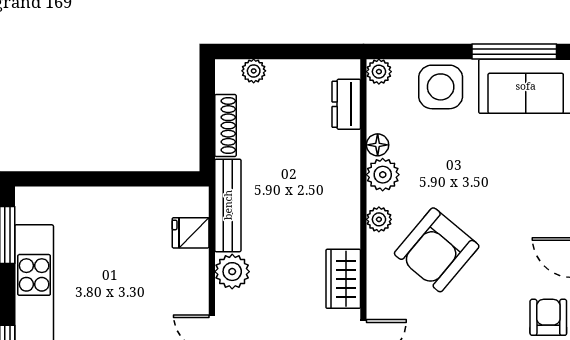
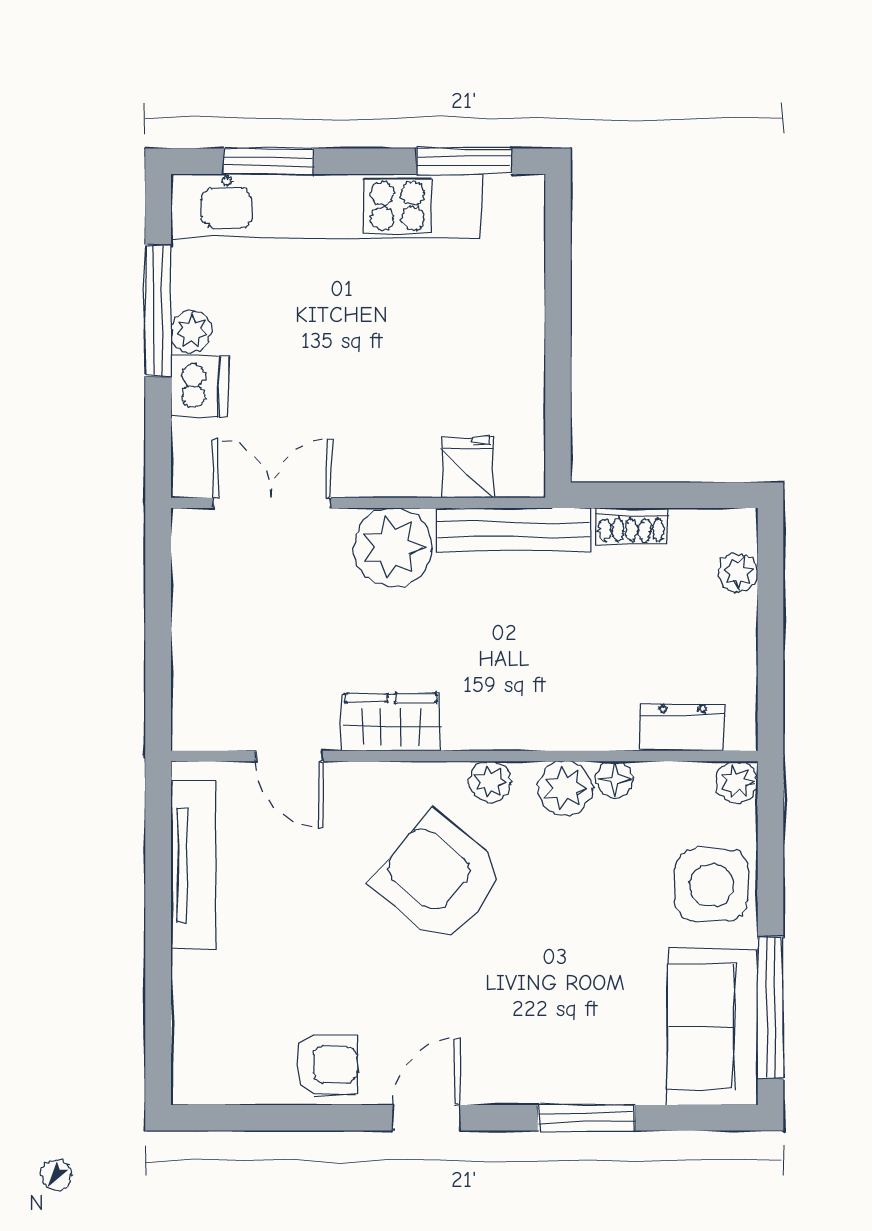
shoe rack: (225, 125) -> (631, 526), width x0.70
plant: (232, 272) -> (393, 547), width x1.36, depth x1.36

